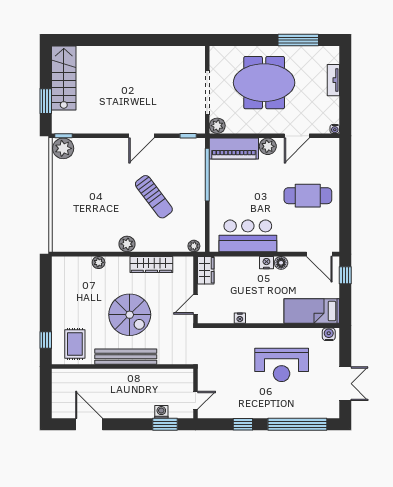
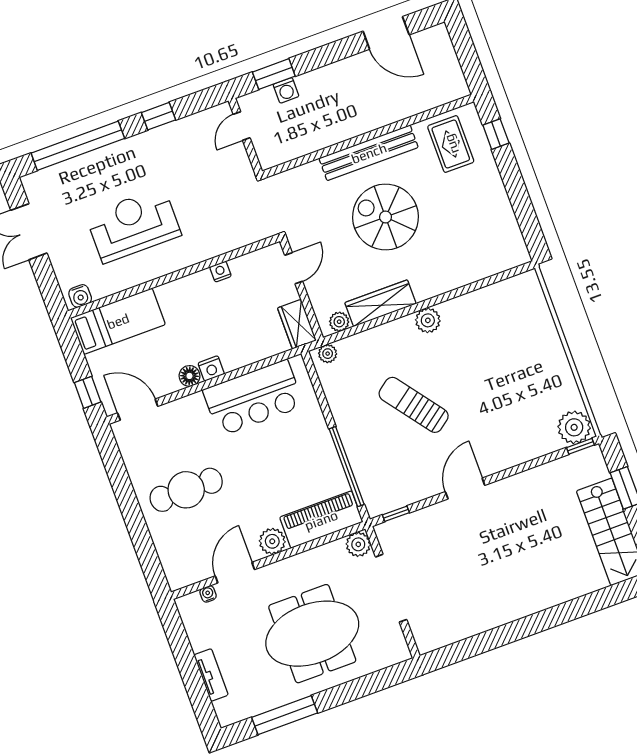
water cooler: (335, 129) -> (208, 594), moved
plant: (99, 262) -> (339, 322), moved

